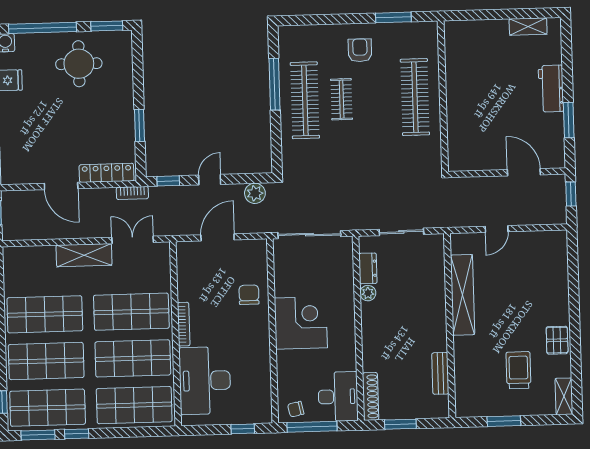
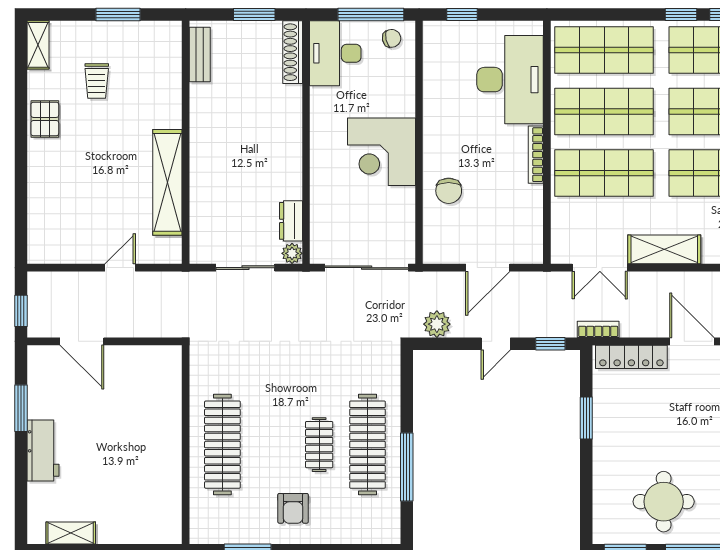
plant: (368, 293) -> (292, 253), moved
trolley: (518, 370) -> (97, 81), width x0.73, depth x0.72
bench: (440, 373) -> (200, 55), moved

